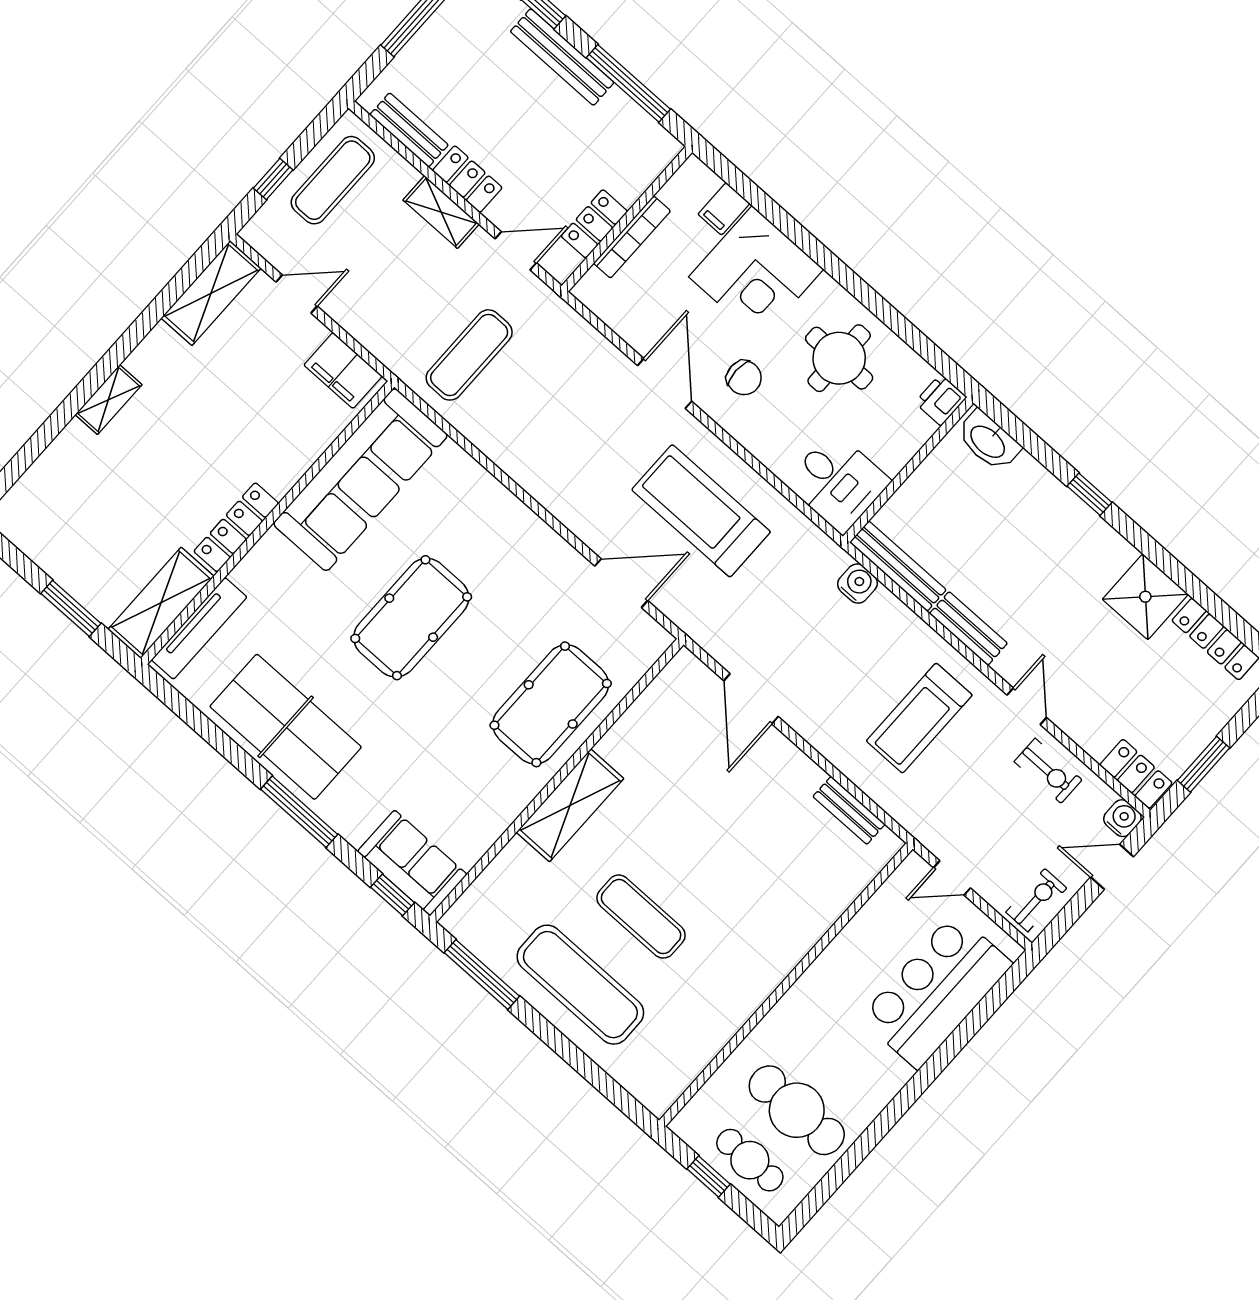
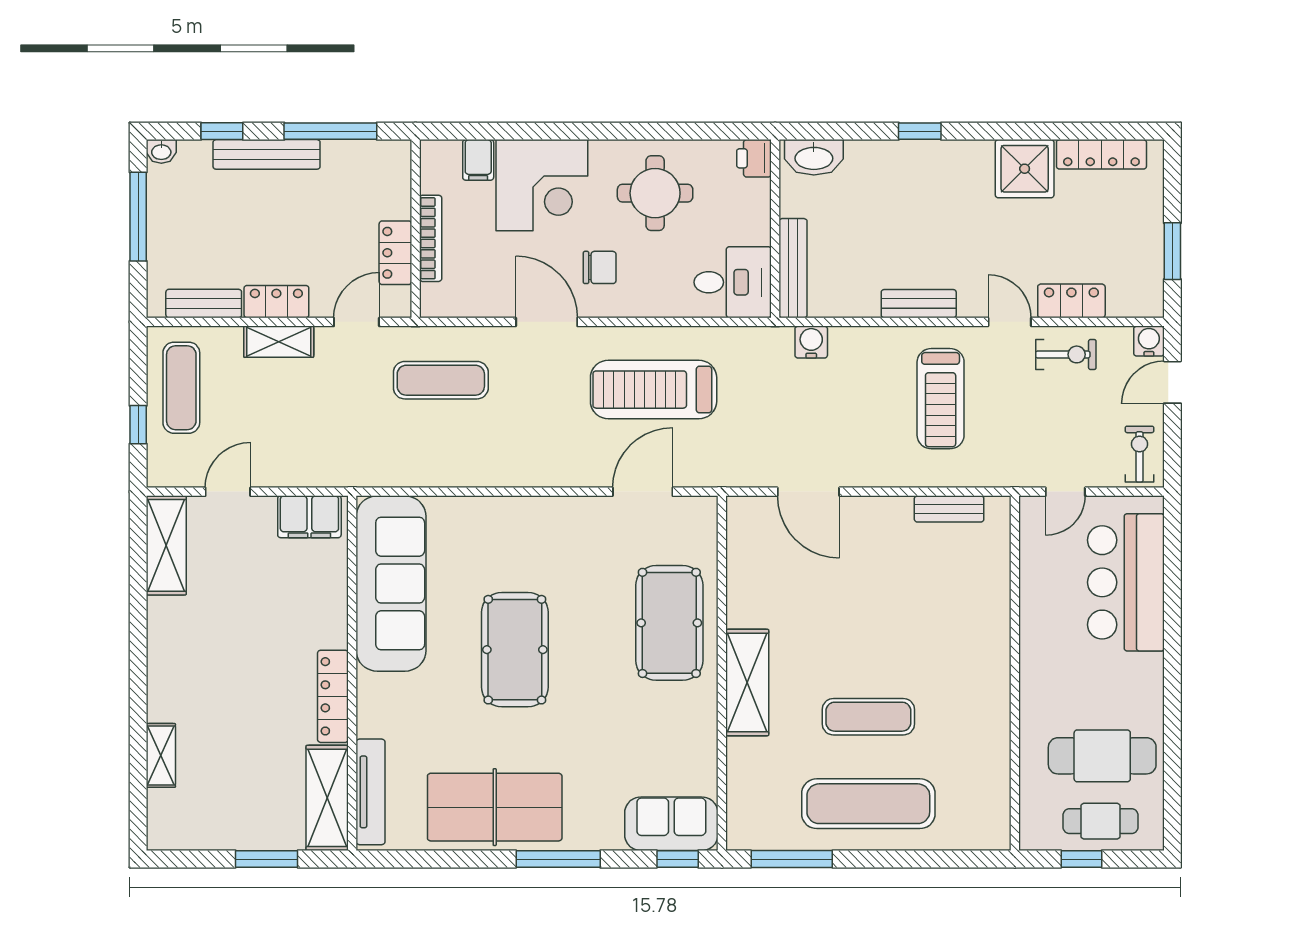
exercise mat: (469, 355) -> (441, 380), moved, turned 90
shelving: (109, 400) -> (161, 755), moved
bench: (898, 566) -> (793, 268), moved, turned 90
locker: (1136, 774) -> (1071, 301), moved

